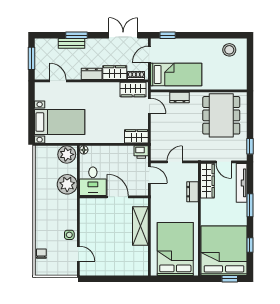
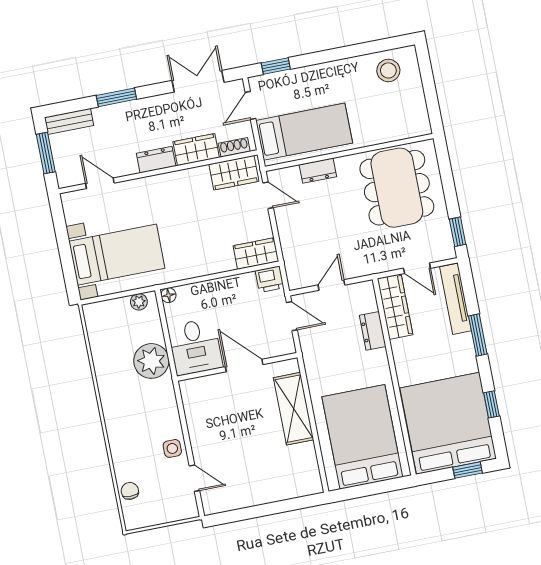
bench: (72, 43) -> (69, 121), moved
plant: (67, 154) -> (139, 302), width x0.53, depth x0.53

